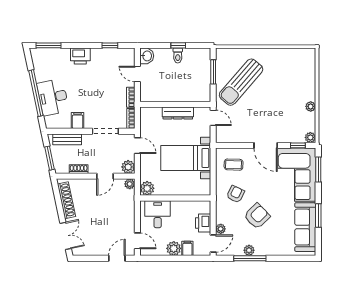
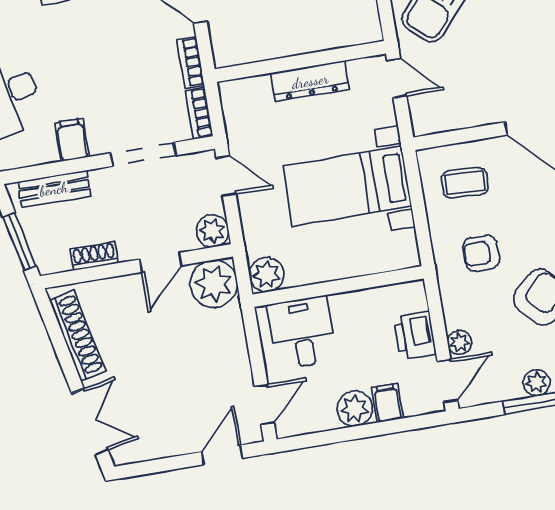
plant: (130, 184) -> (214, 284), width x1.87, depth x1.87
armchair: (235, 194) -> (481, 253), turned -116
door: (137, 241) -> (264, 405), hinge flipped

